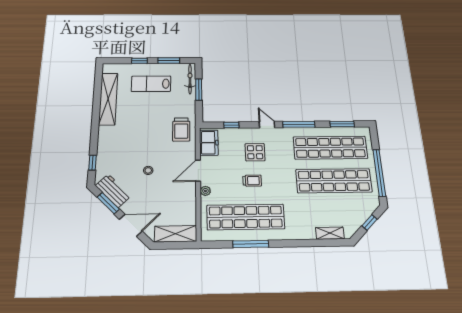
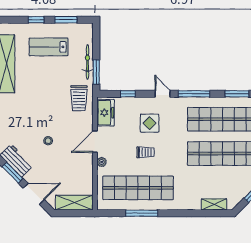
bicycle: (190, 79) -> (87, 62), moved
window: (199, 90) -> (96, 72), moved

